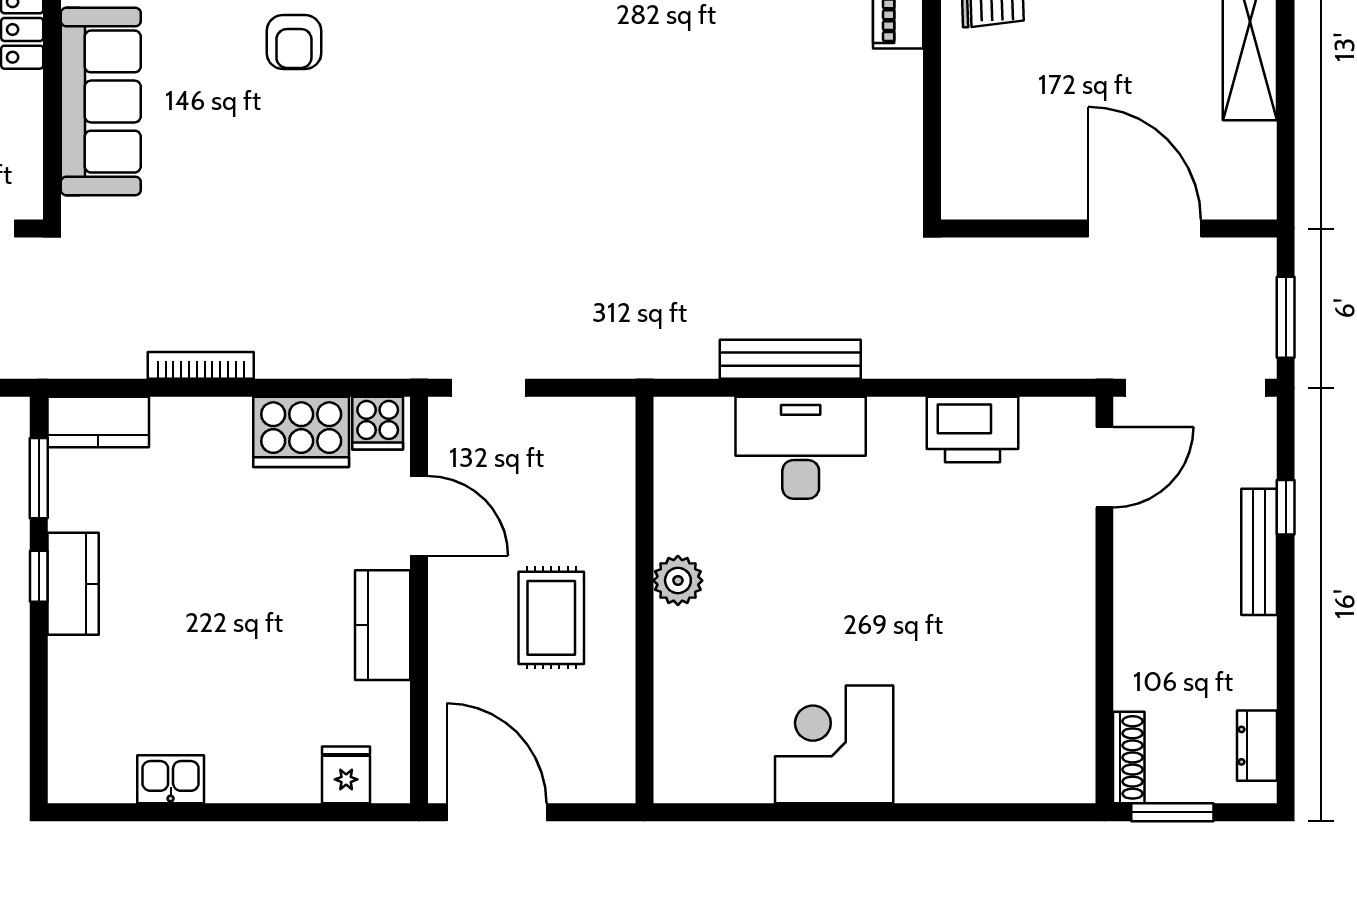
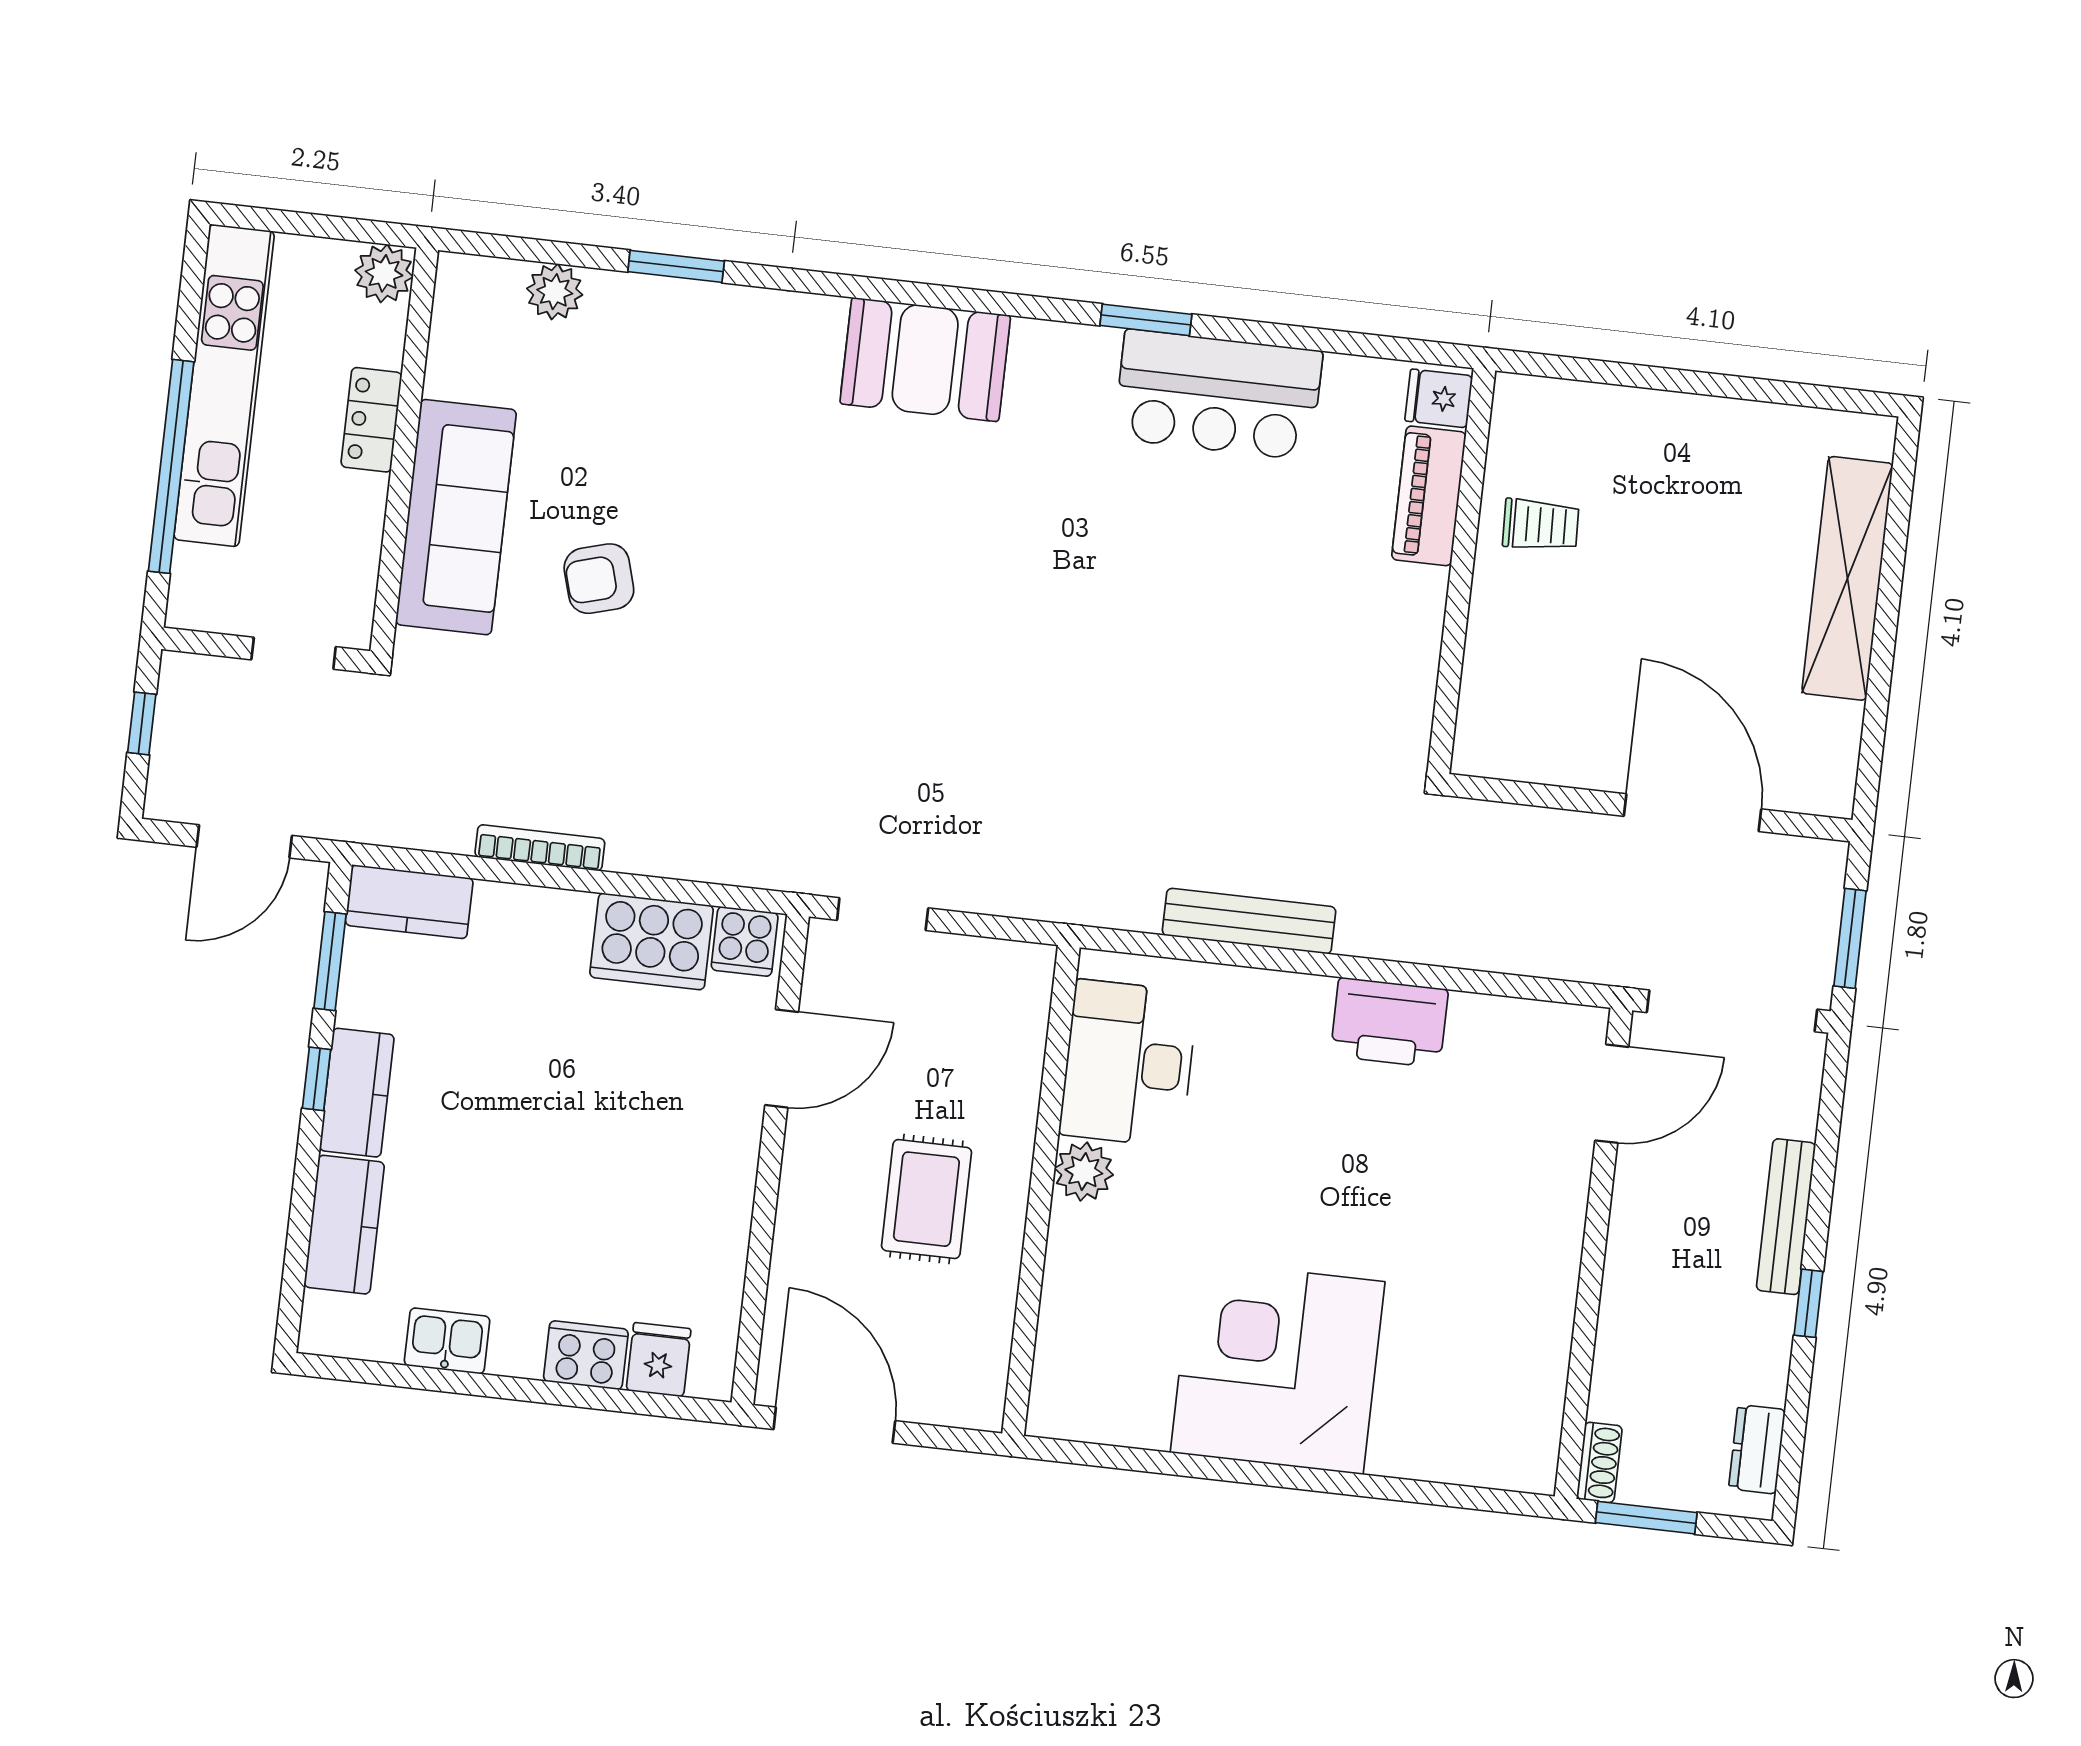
armchair: (294, 42) -> (599, 579), moved, turned 74
printer: (972, 429) -> (1389, 1022), moved
desk: (801, 448) -> (1128, 1063), moved, turned -90
window: (1286, 507) -> (1808, 1303), moved
door: (419, 516) -> (782, 1059), hinge flipped
kitchen counter: (383, 625) -> (344, 1225), moved, turned 180
corner desk: (834, 744) -> (1278, 1367), width x1.36, depth x1.36
shoe rack: (1129, 757) -> (1599, 1462), width x0.70
cooker: (286, 778) -> (586, 1355), added

